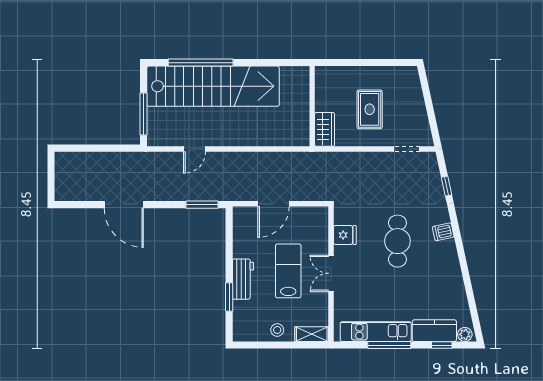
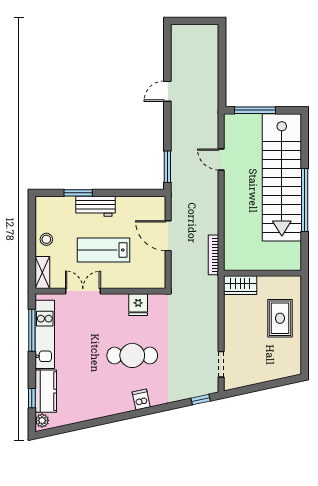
window: (201, 63) -> (305, 200), moved
rug: (370, 109) -> (280, 318), moved, turned 90
bookcase: (293, 157) -> (214, 255), added
window: (447, 186) -> (201, 400), moved
door: (124, 205) -> (167, 91), width x0.53
lab bench: (288, 271) -> (103, 250), turned 180
double door: (331, 273) -> (83, 291), moved
window: (389, 345) -> (32, 330), moved

